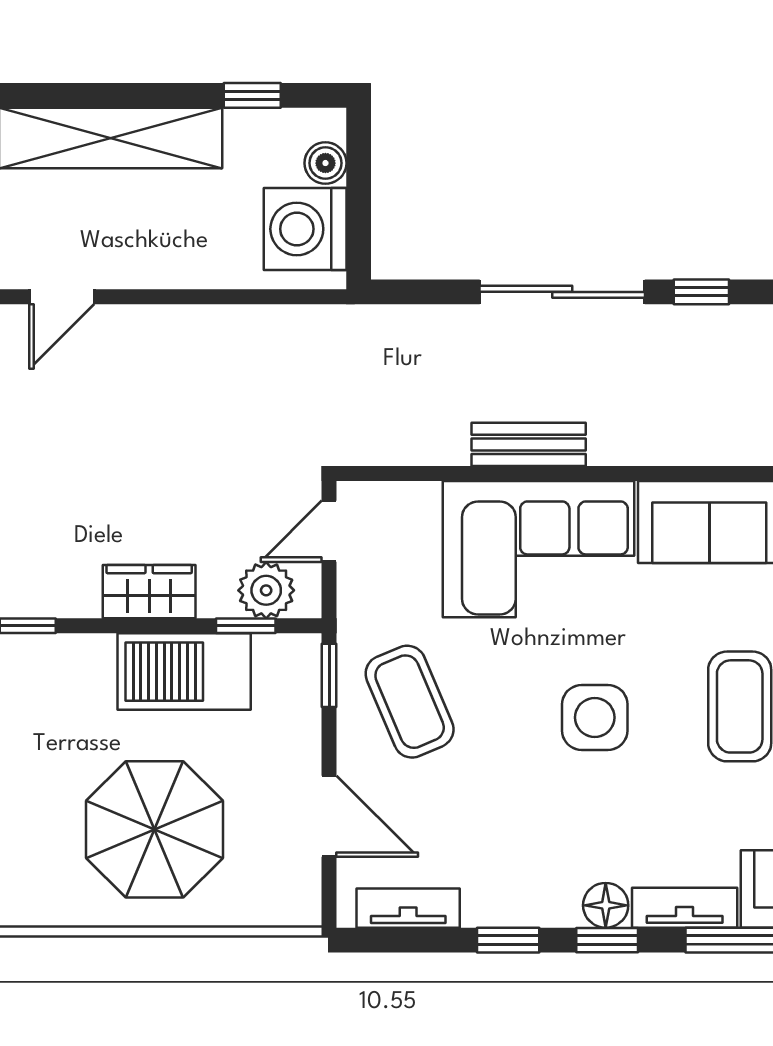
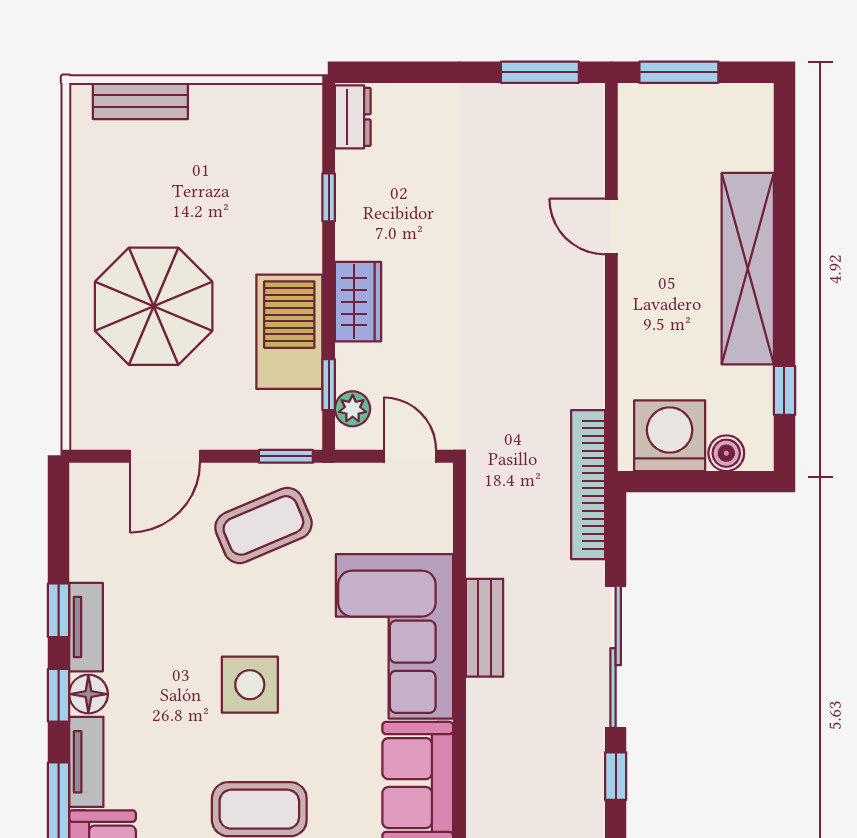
bookcase: (362, 324) -> (588, 485), added
plant: (266, 590) -> (353, 409), width x0.73, depth x0.73
tv unit: (408, 908) -> (86, 627), moved

